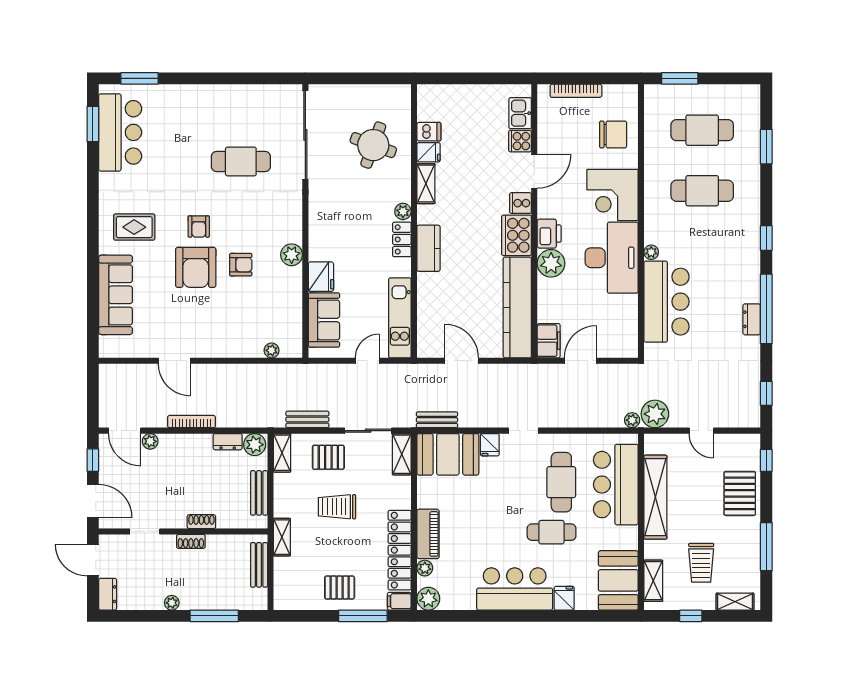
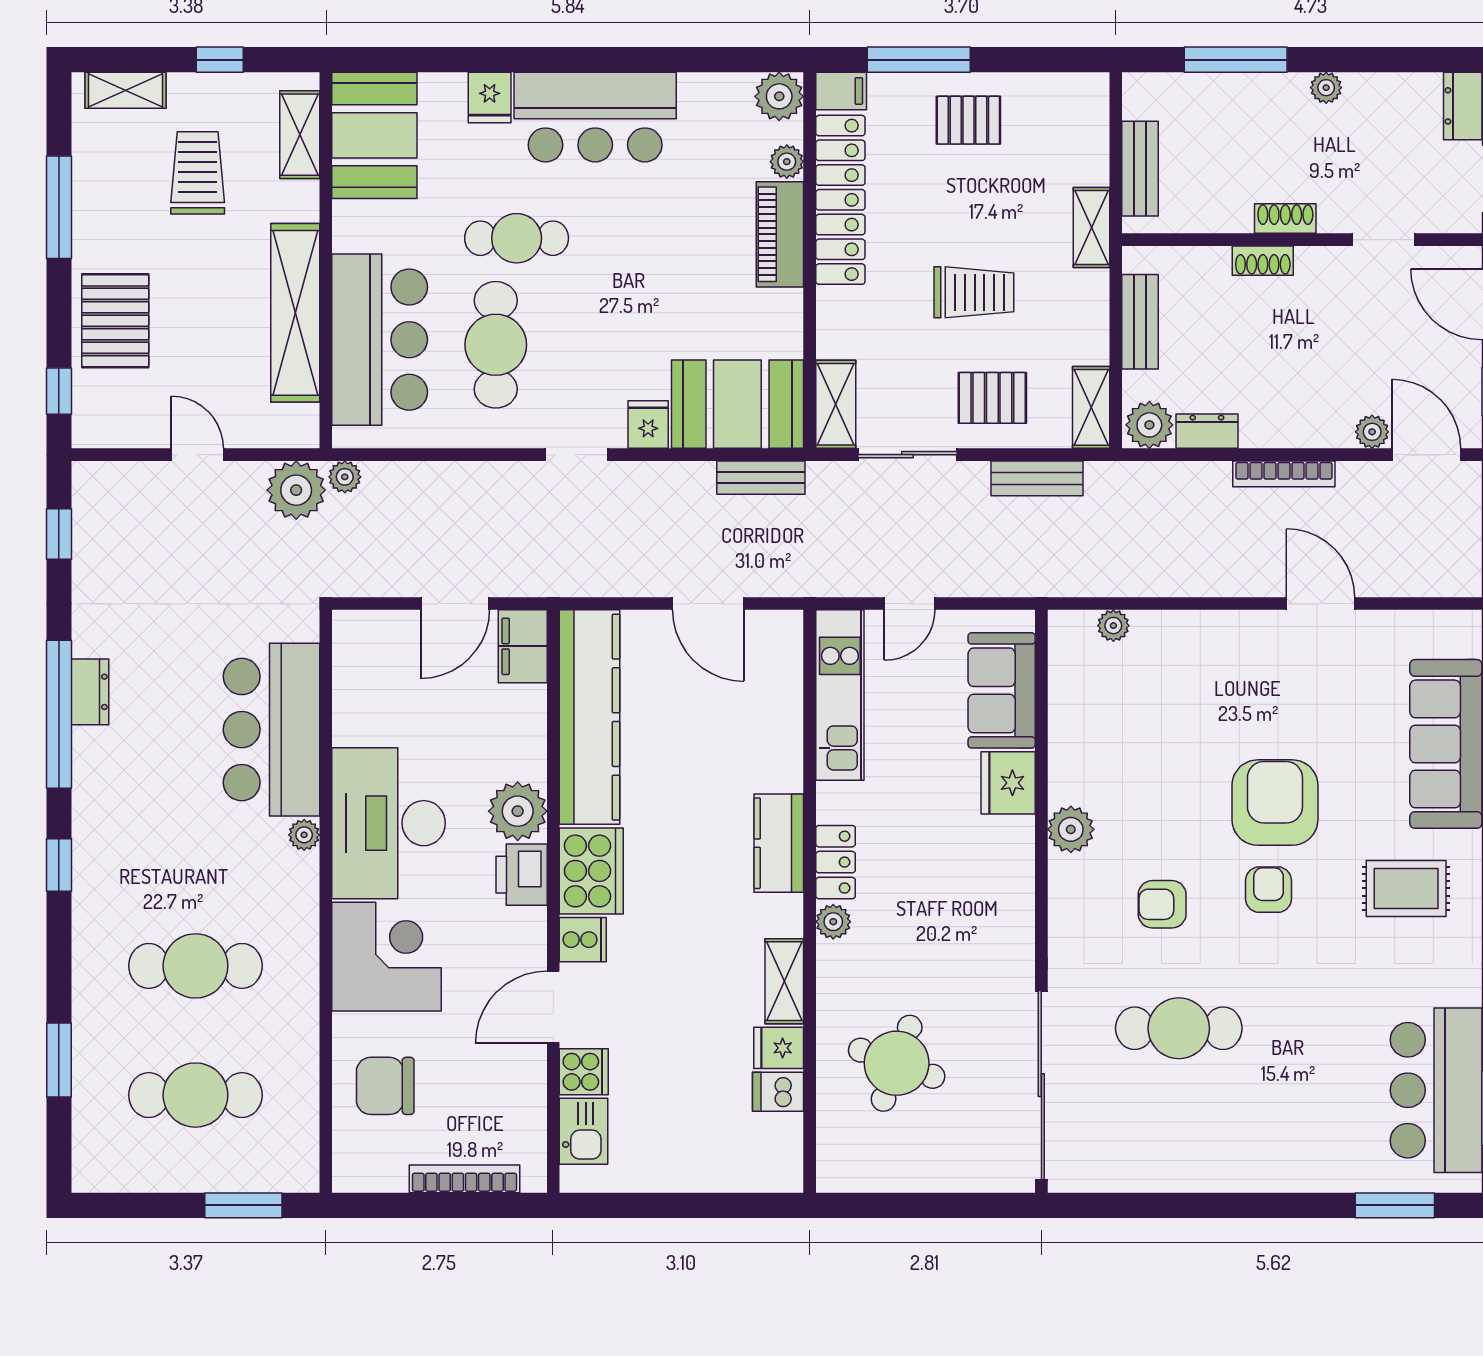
armchair: (241, 265) -> (1162, 904), moved

